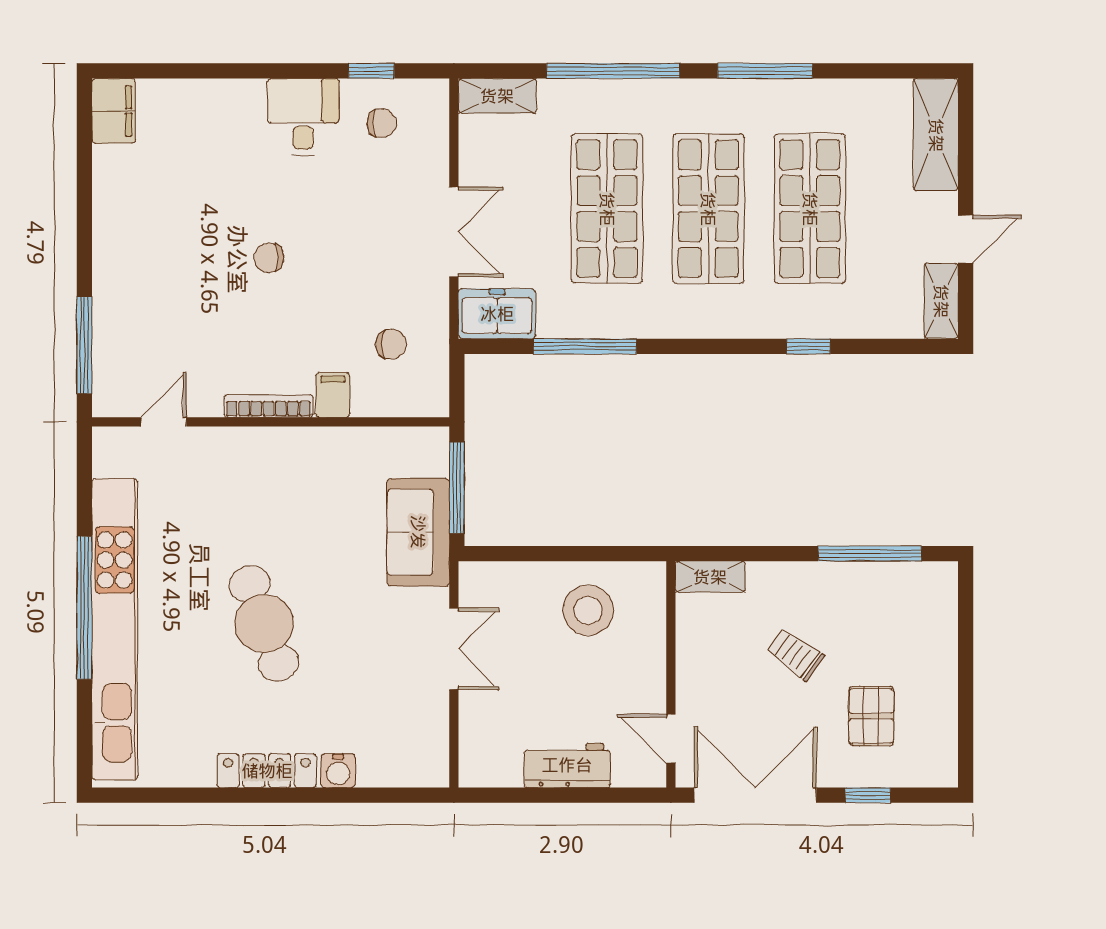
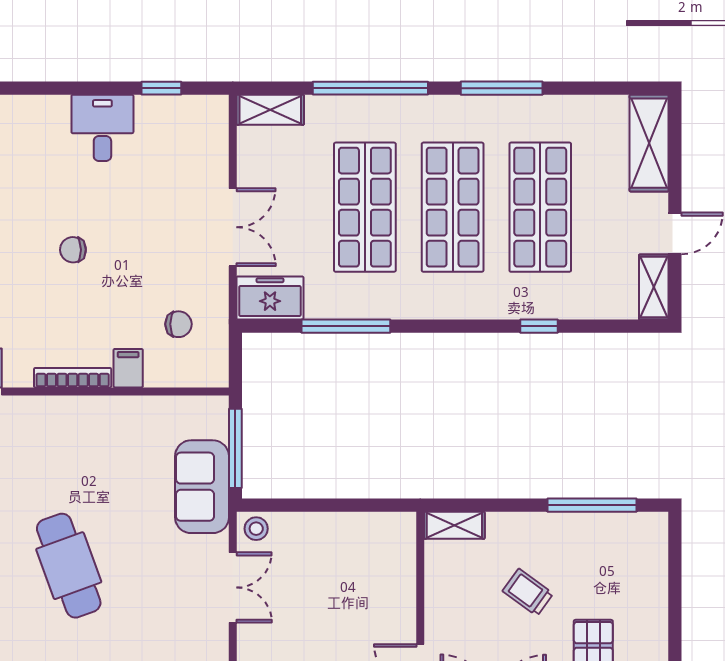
chair: (382, 123) -> (170, 133), removed
stool: (588, 610) -> (256, 529), moved, width x0.53, depth x0.53

